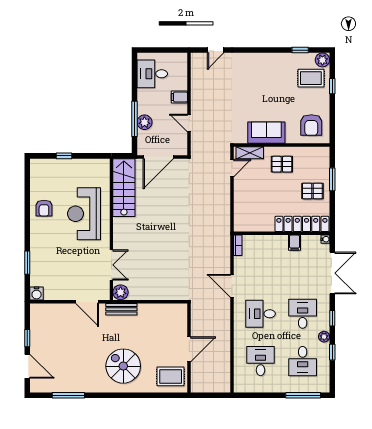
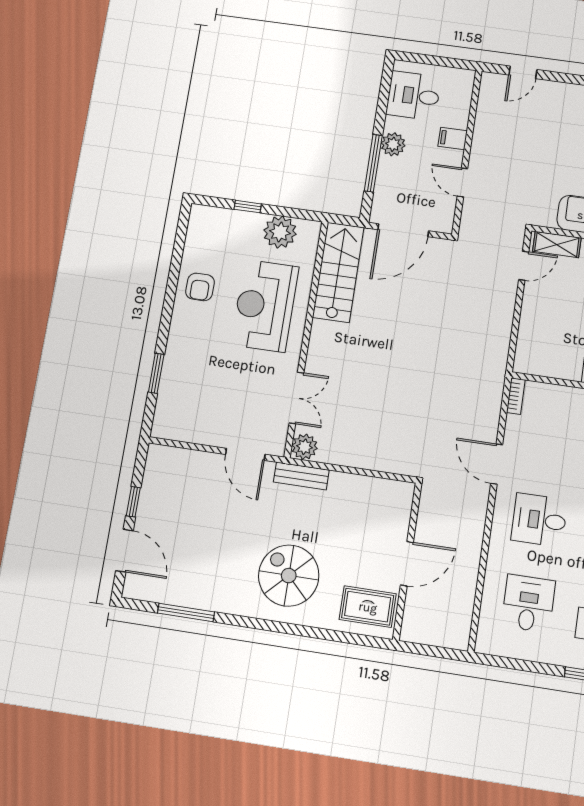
plant: (144, 122) -> (393, 144), moved
plant: (86, 169) -> (280, 232), added
water cooler: (37, 293) -> (163, 428), removed

